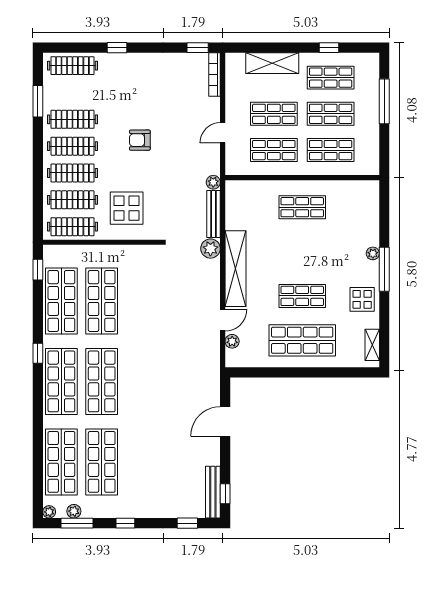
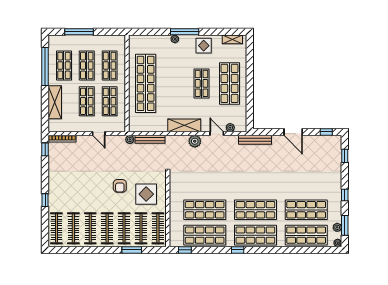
window: (329, 48) -> (45, 66), width x3.17
clothes rail: (72, 92) -> (73, 228), added
window: (38, 101) -> (132, 250), moved
armchair: (140, 140) -> (120, 186), moved
shop shelf: (302, 207) -> (146, 83), width x2.00, depth x1.36
plant: (210, 249) -> (195, 141), moved
shelving: (236, 269) -> (184, 125), width x0.68
door: (225, 422) -> (293, 132), moved
bench: (213, 492) -> (255, 140), moved

